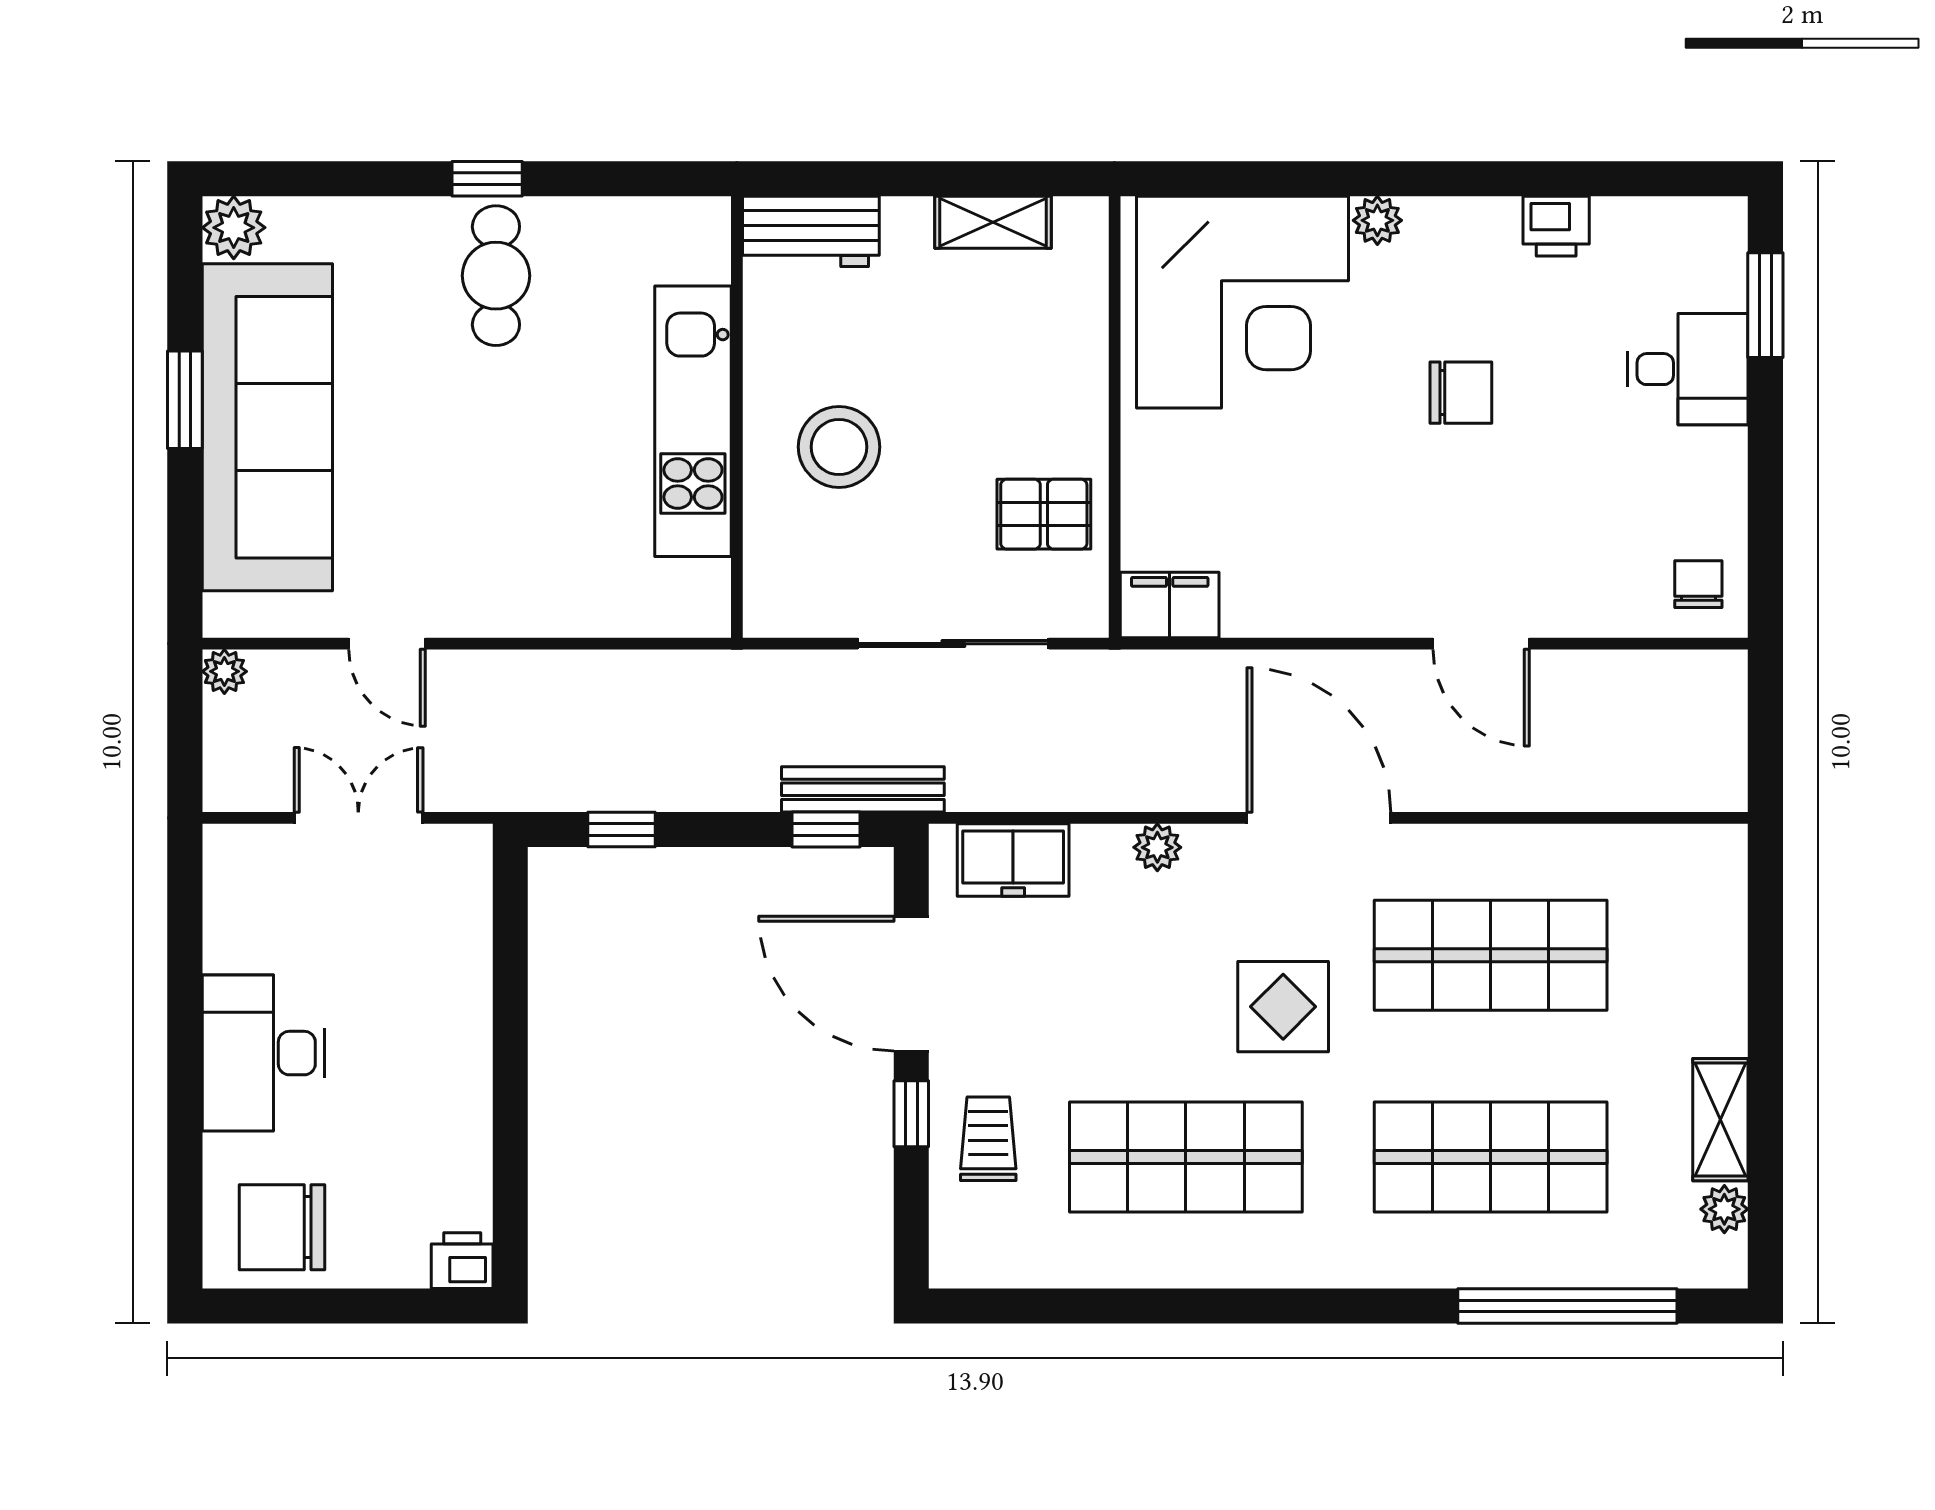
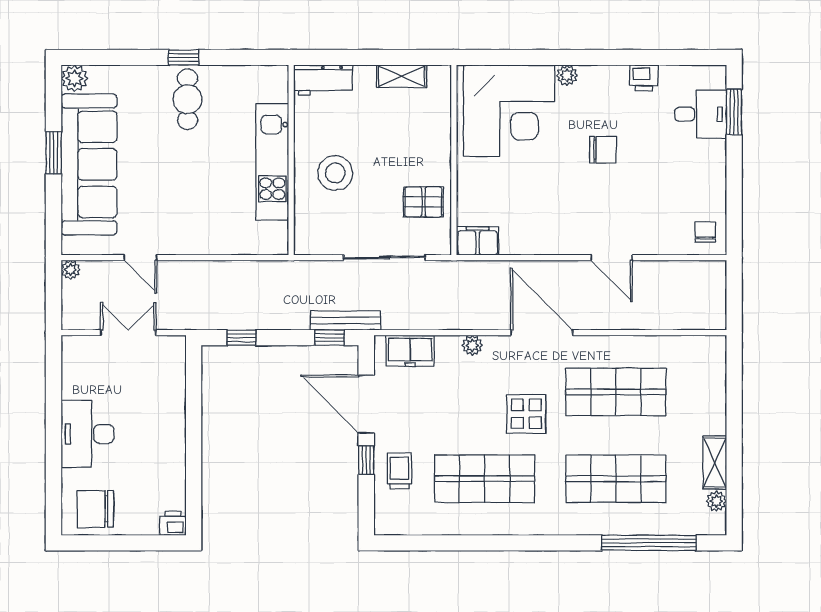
desk: (1688, 369) -> (701, 114), moved

